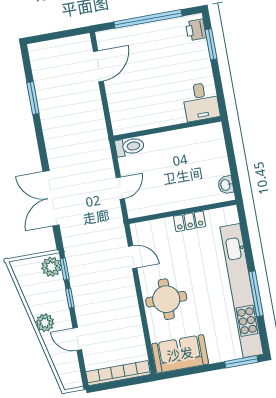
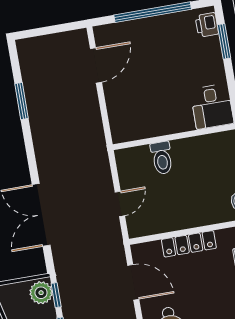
toilet: (130, 147) -> (162, 158), moved, turned 90
locker: (190, 221) -> (189, 244), width x1.53
door: (133, 257) -> (133, 282), width x1.38

